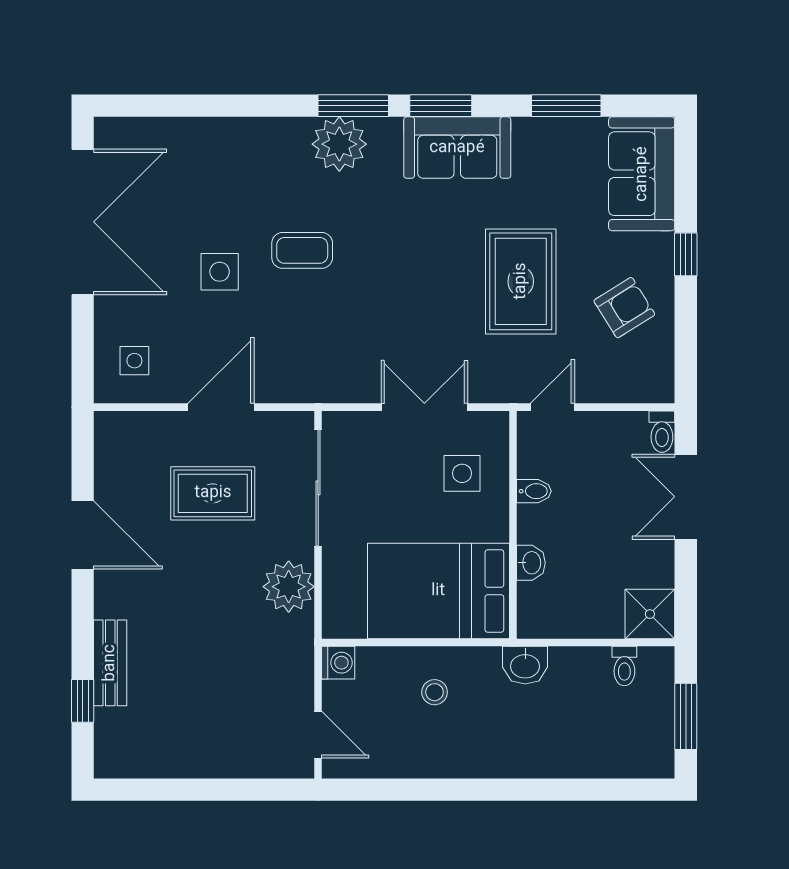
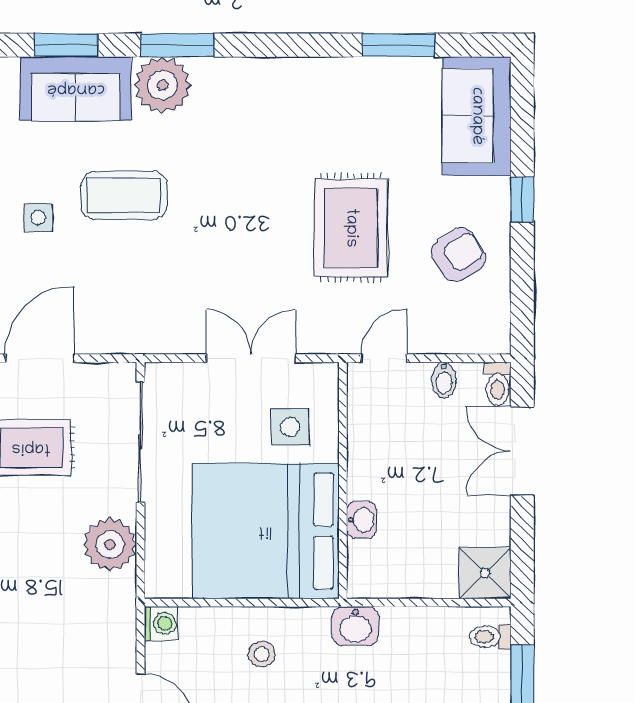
window: (441, 106) -> (66, 45), moved
sofa: (457, 148) -> (76, 89), moved
coffee table: (302, 250) -> (124, 195), width x1.36, depth x1.30
side table: (220, 272) -> (38, 218), width x0.73, depth x0.73
bidet: (534, 491) -> (444, 380), moved, turned 90
bed: (438, 591) -> (265, 531), width x1.36
toilet: (624, 666) -> (490, 637), moved, turned 90

